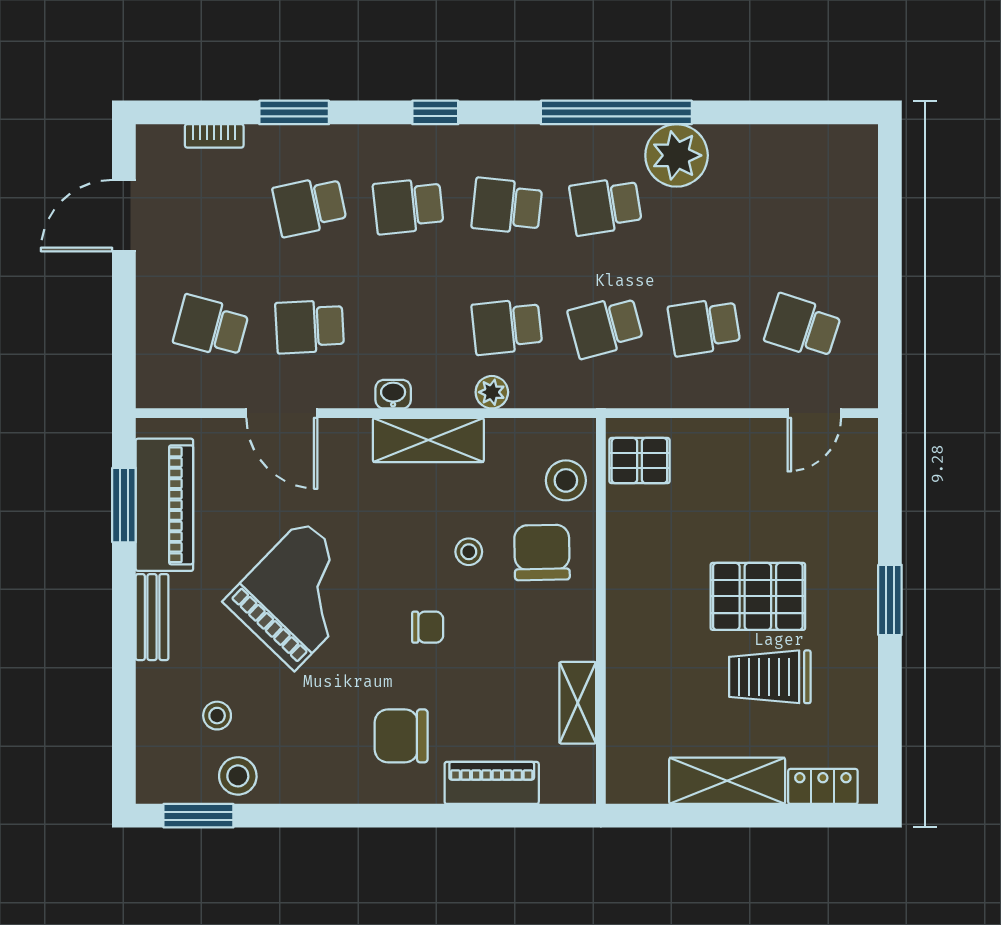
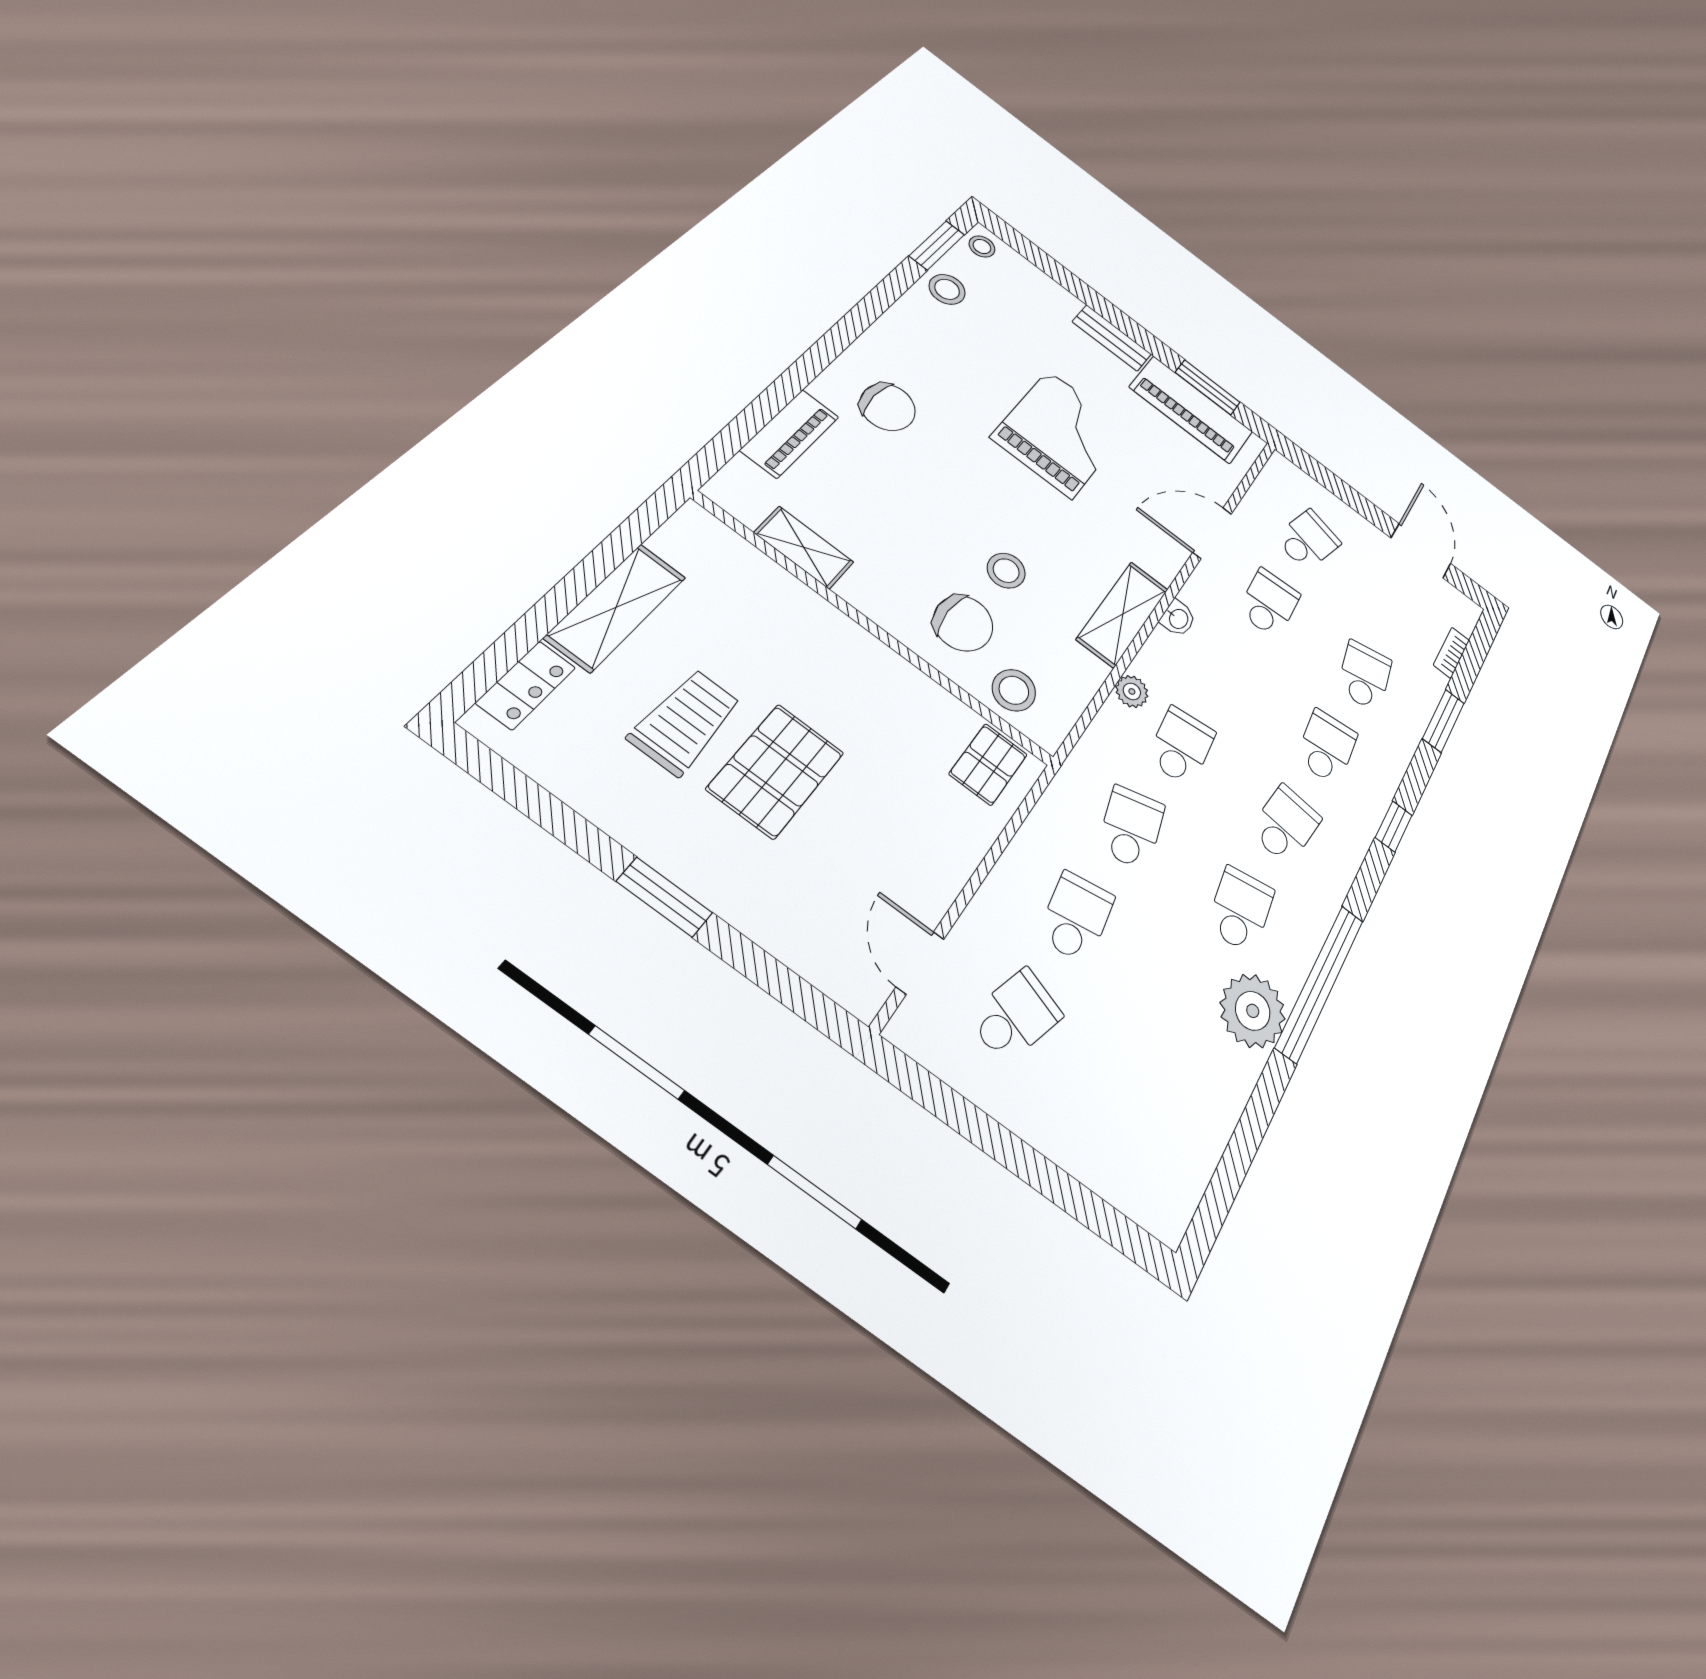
stool: (469, 552) -> (1006, 571), width x1.37, depth x1.37
grand piano: (299, 595) -> (1060, 433), turned -134
chair: (428, 627) -> (965, 494), removed
stool: (217, 716) -> (982, 247), moved
chair: (401, 736) -> (888, 407), turned 90

